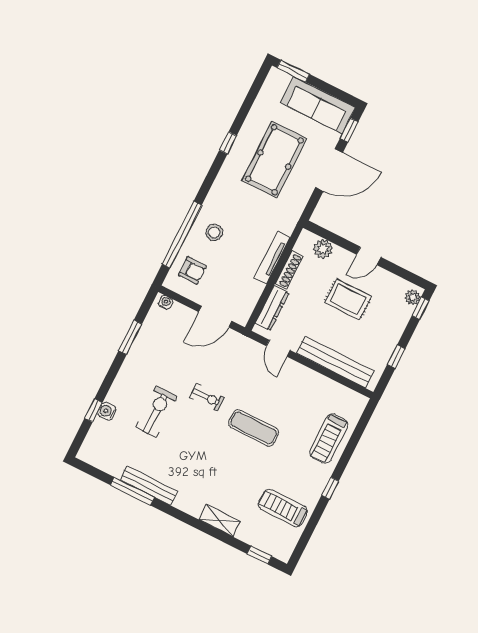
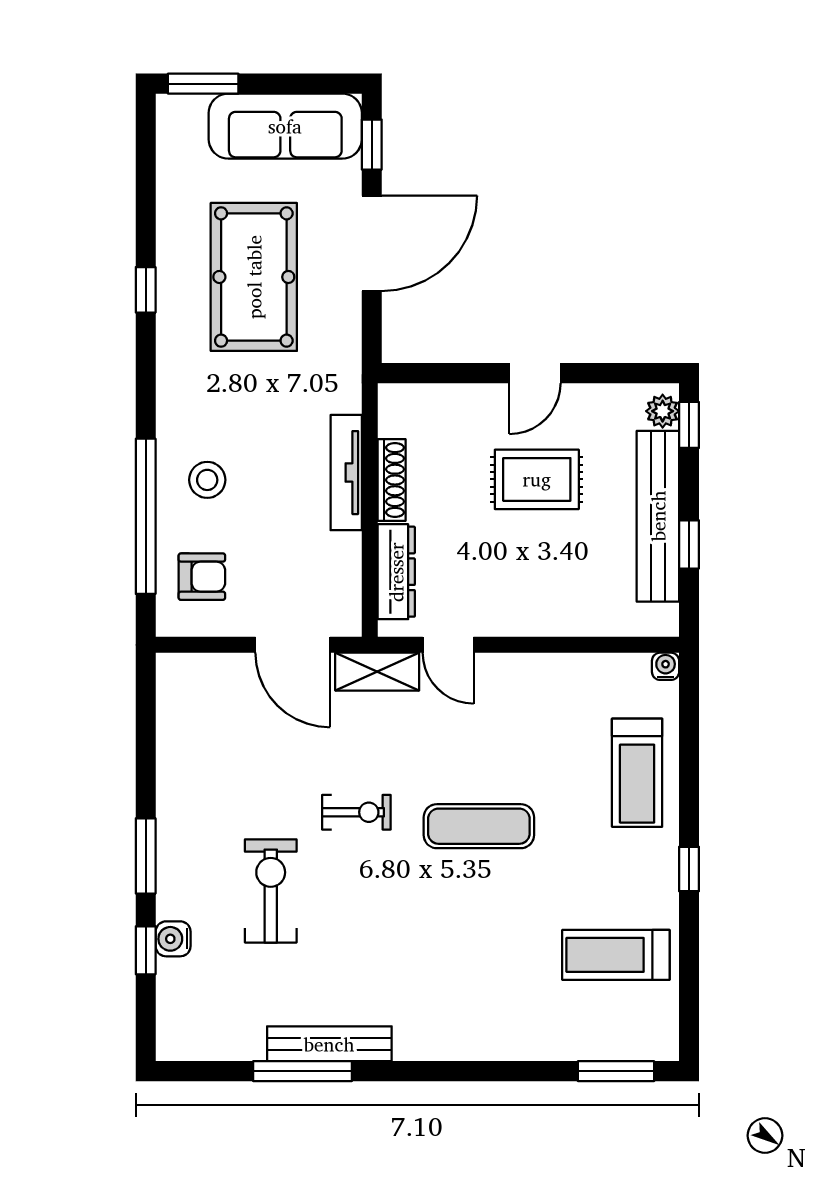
plant: (323, 249) -> (438, 405), removed
water cooler: (166, 302) -> (666, 666), moved
door: (215, 317) -> (293, 645), hinge flipped
window: (130, 337) -> (146, 856), moved
bench: (335, 362) -> (658, 516), moved, turned 90
shelving: (220, 520) -> (377, 672), moved
window: (259, 555) -> (616, 1071), width x1.50

